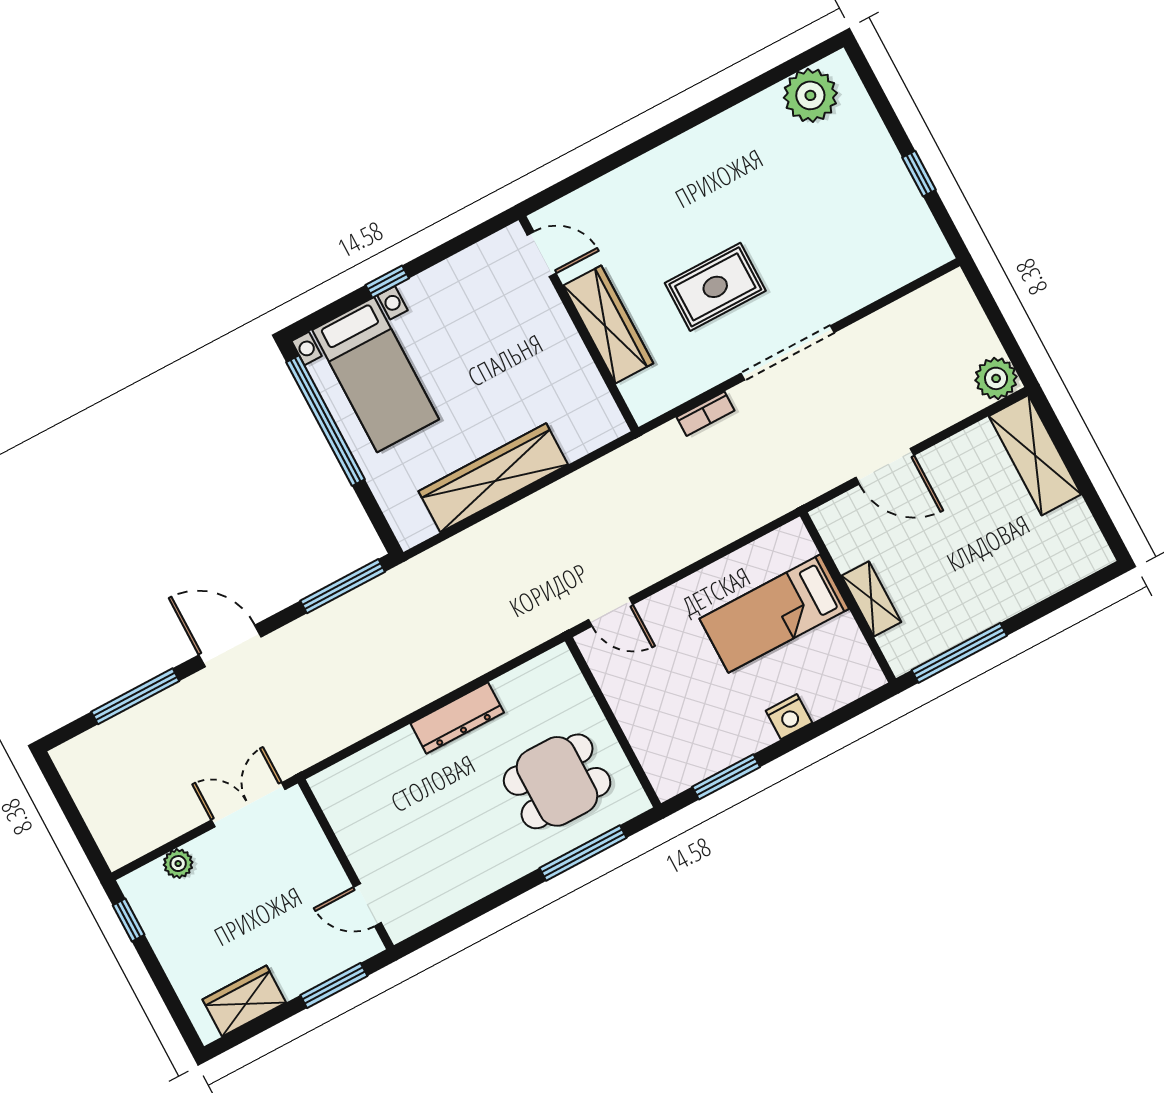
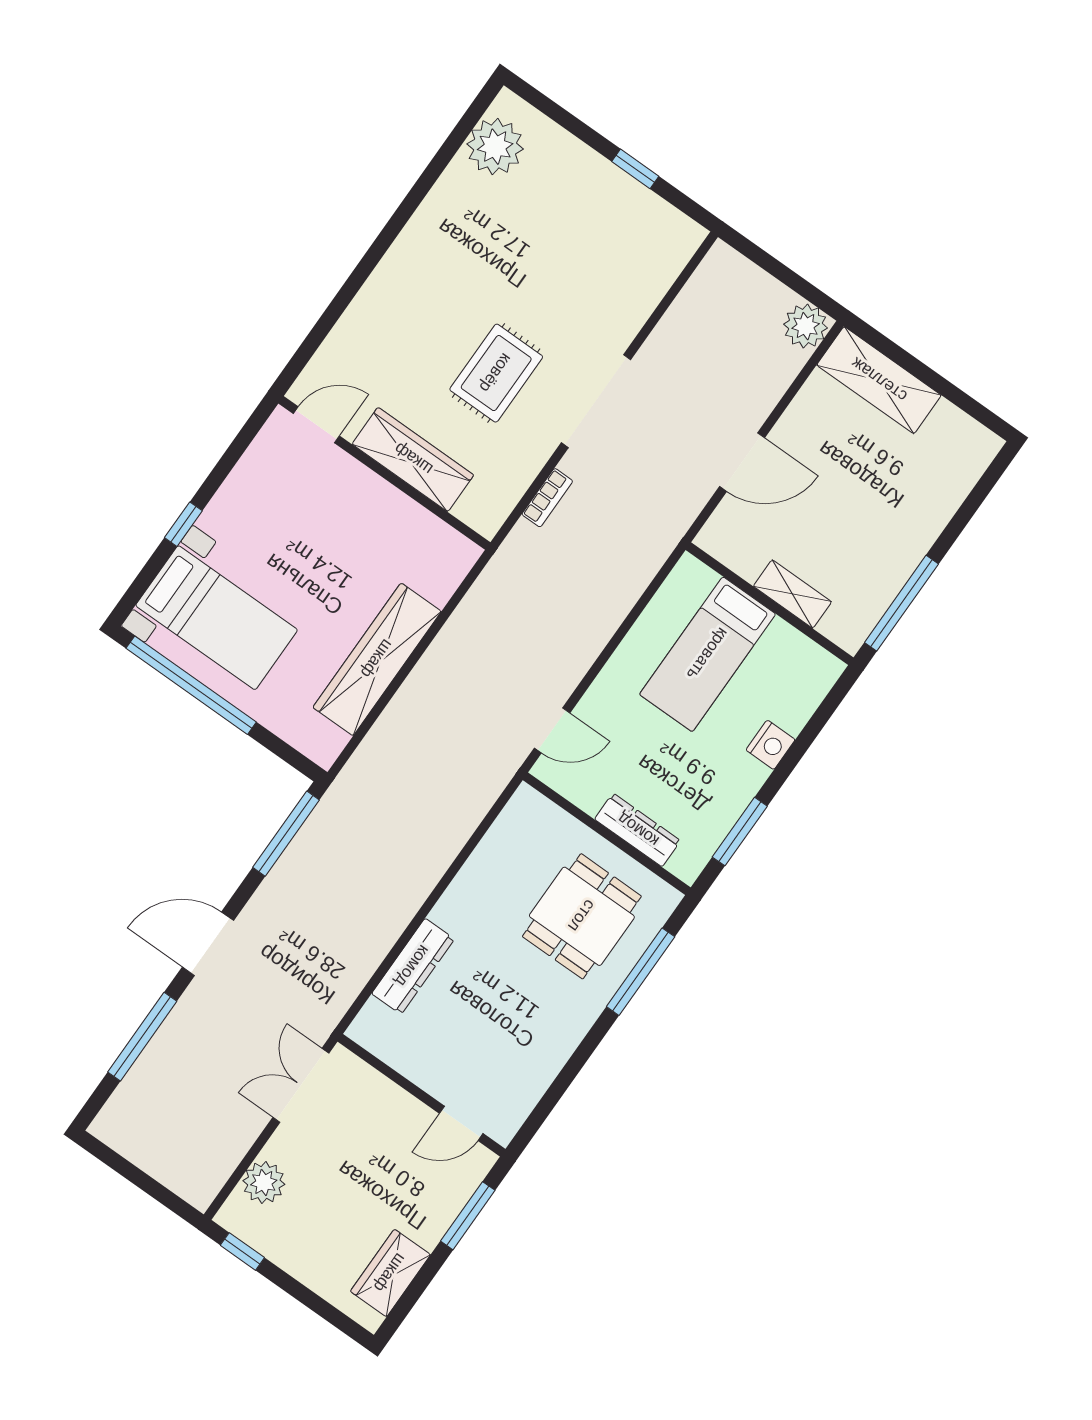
dresser: (457, 718) -> (413, 966), moved
dresser: (641, 732) -> (638, 830), added
plant: (178, 864) -> (264, 1182), width x1.38, depth x1.38

